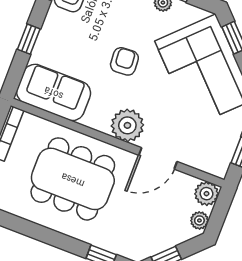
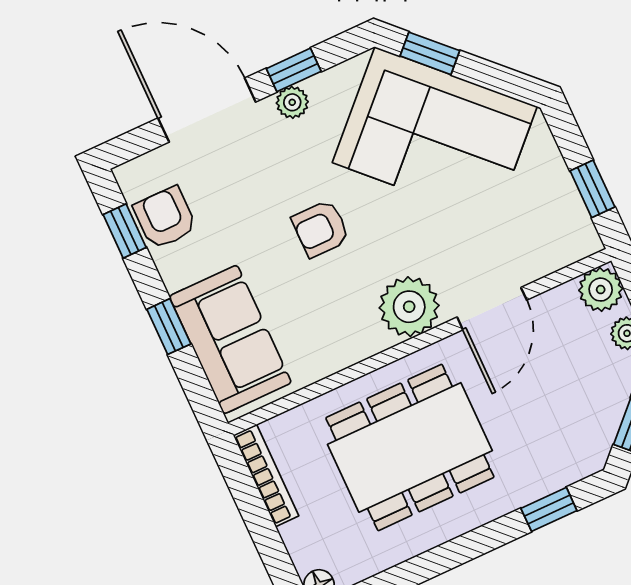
armchair: (124, 61) -> (321, 229), turned -86
sofa: (54, 92) -> (230, 339), moved, turned 90

